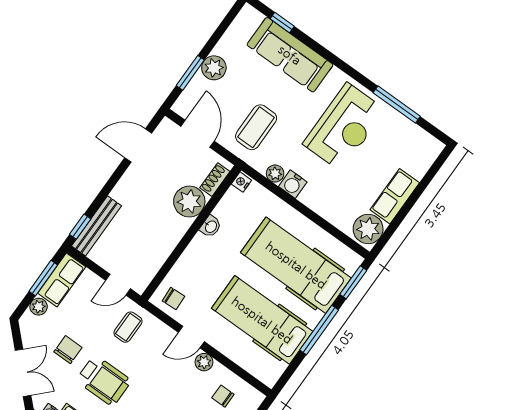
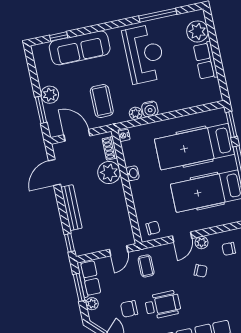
bench: (97, 226) -> (71, 208), moved
plant: (368, 229) -> (197, 31), moved
chair: (68, 350) -> (129, 309), turned -90
chair: (174, 388) -> (201, 271), added

